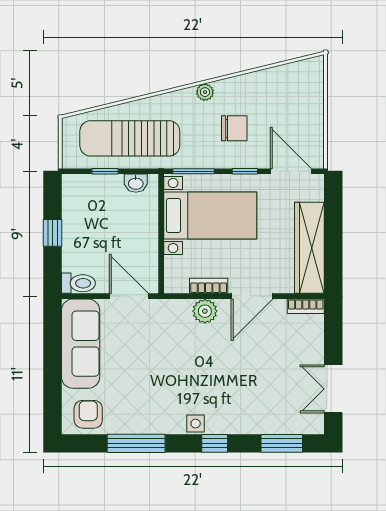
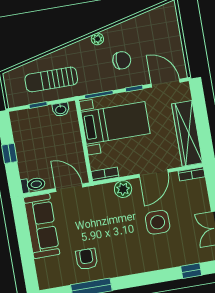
sun lounger: (130, 138) -> (51, 79), width x0.73, depth x0.75
bookcase: (209, 286) -> (105, 174), moved
armchair: (88, 414) -> (87, 259), moved
side table: (196, 423) -> (158, 222), moved, width x1.87, depth x1.87
window: (215, 443) -> (145, 279), removed
window: (282, 443) -> (191, 271), width x0.67

